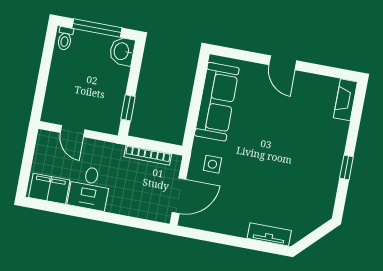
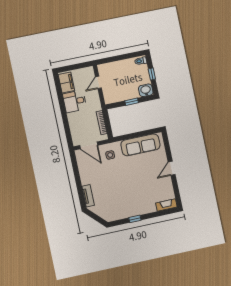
window: (97, 28) -> (152, 74), width x0.46
window: (128, 108) -> (132, 102), moved

